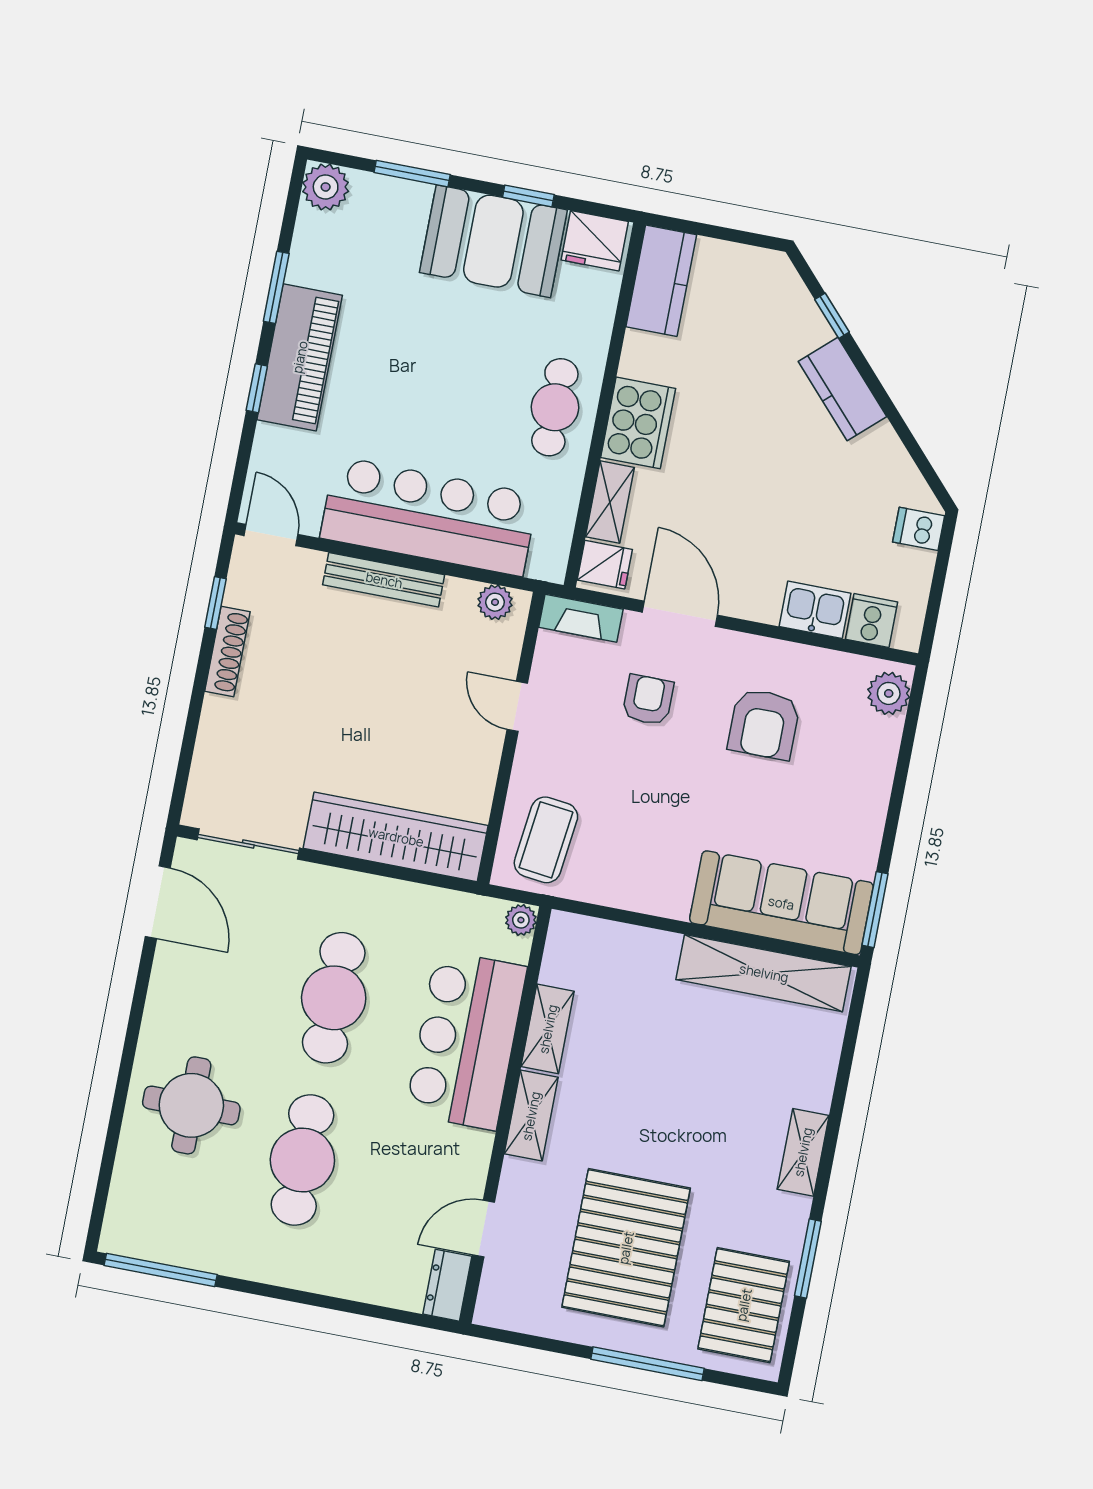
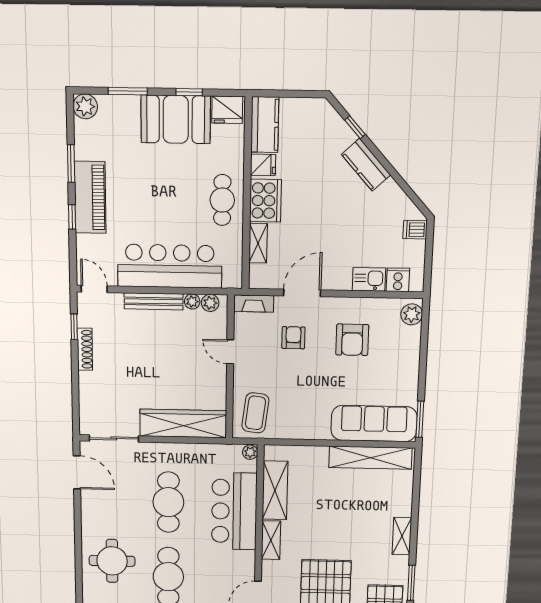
fridge: (605, 565) -> (263, 165), moved
plant: (460, 593) -> (192, 302), added
door: (680, 614) -> (302, 293), hinge flipped
shelving: (548, 1029) -> (275, 490), width x1.50, depth x1.33

